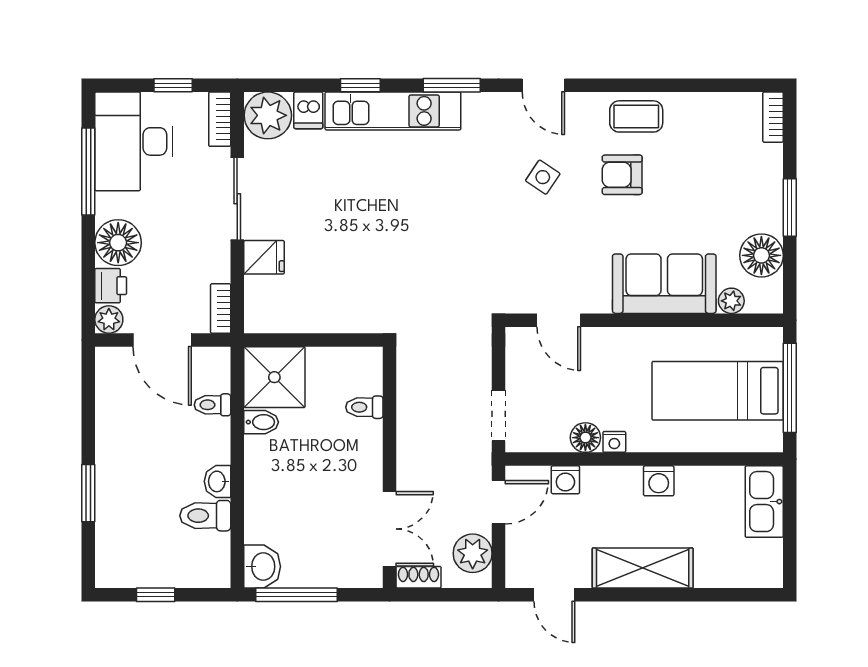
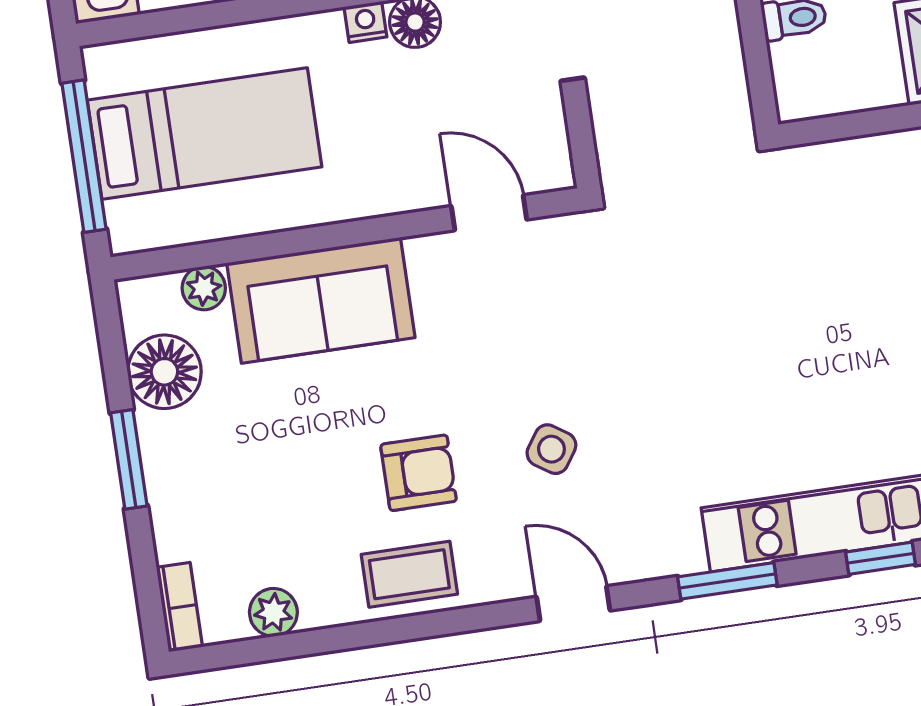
plant: (719, 106) -> (273, 612), added

